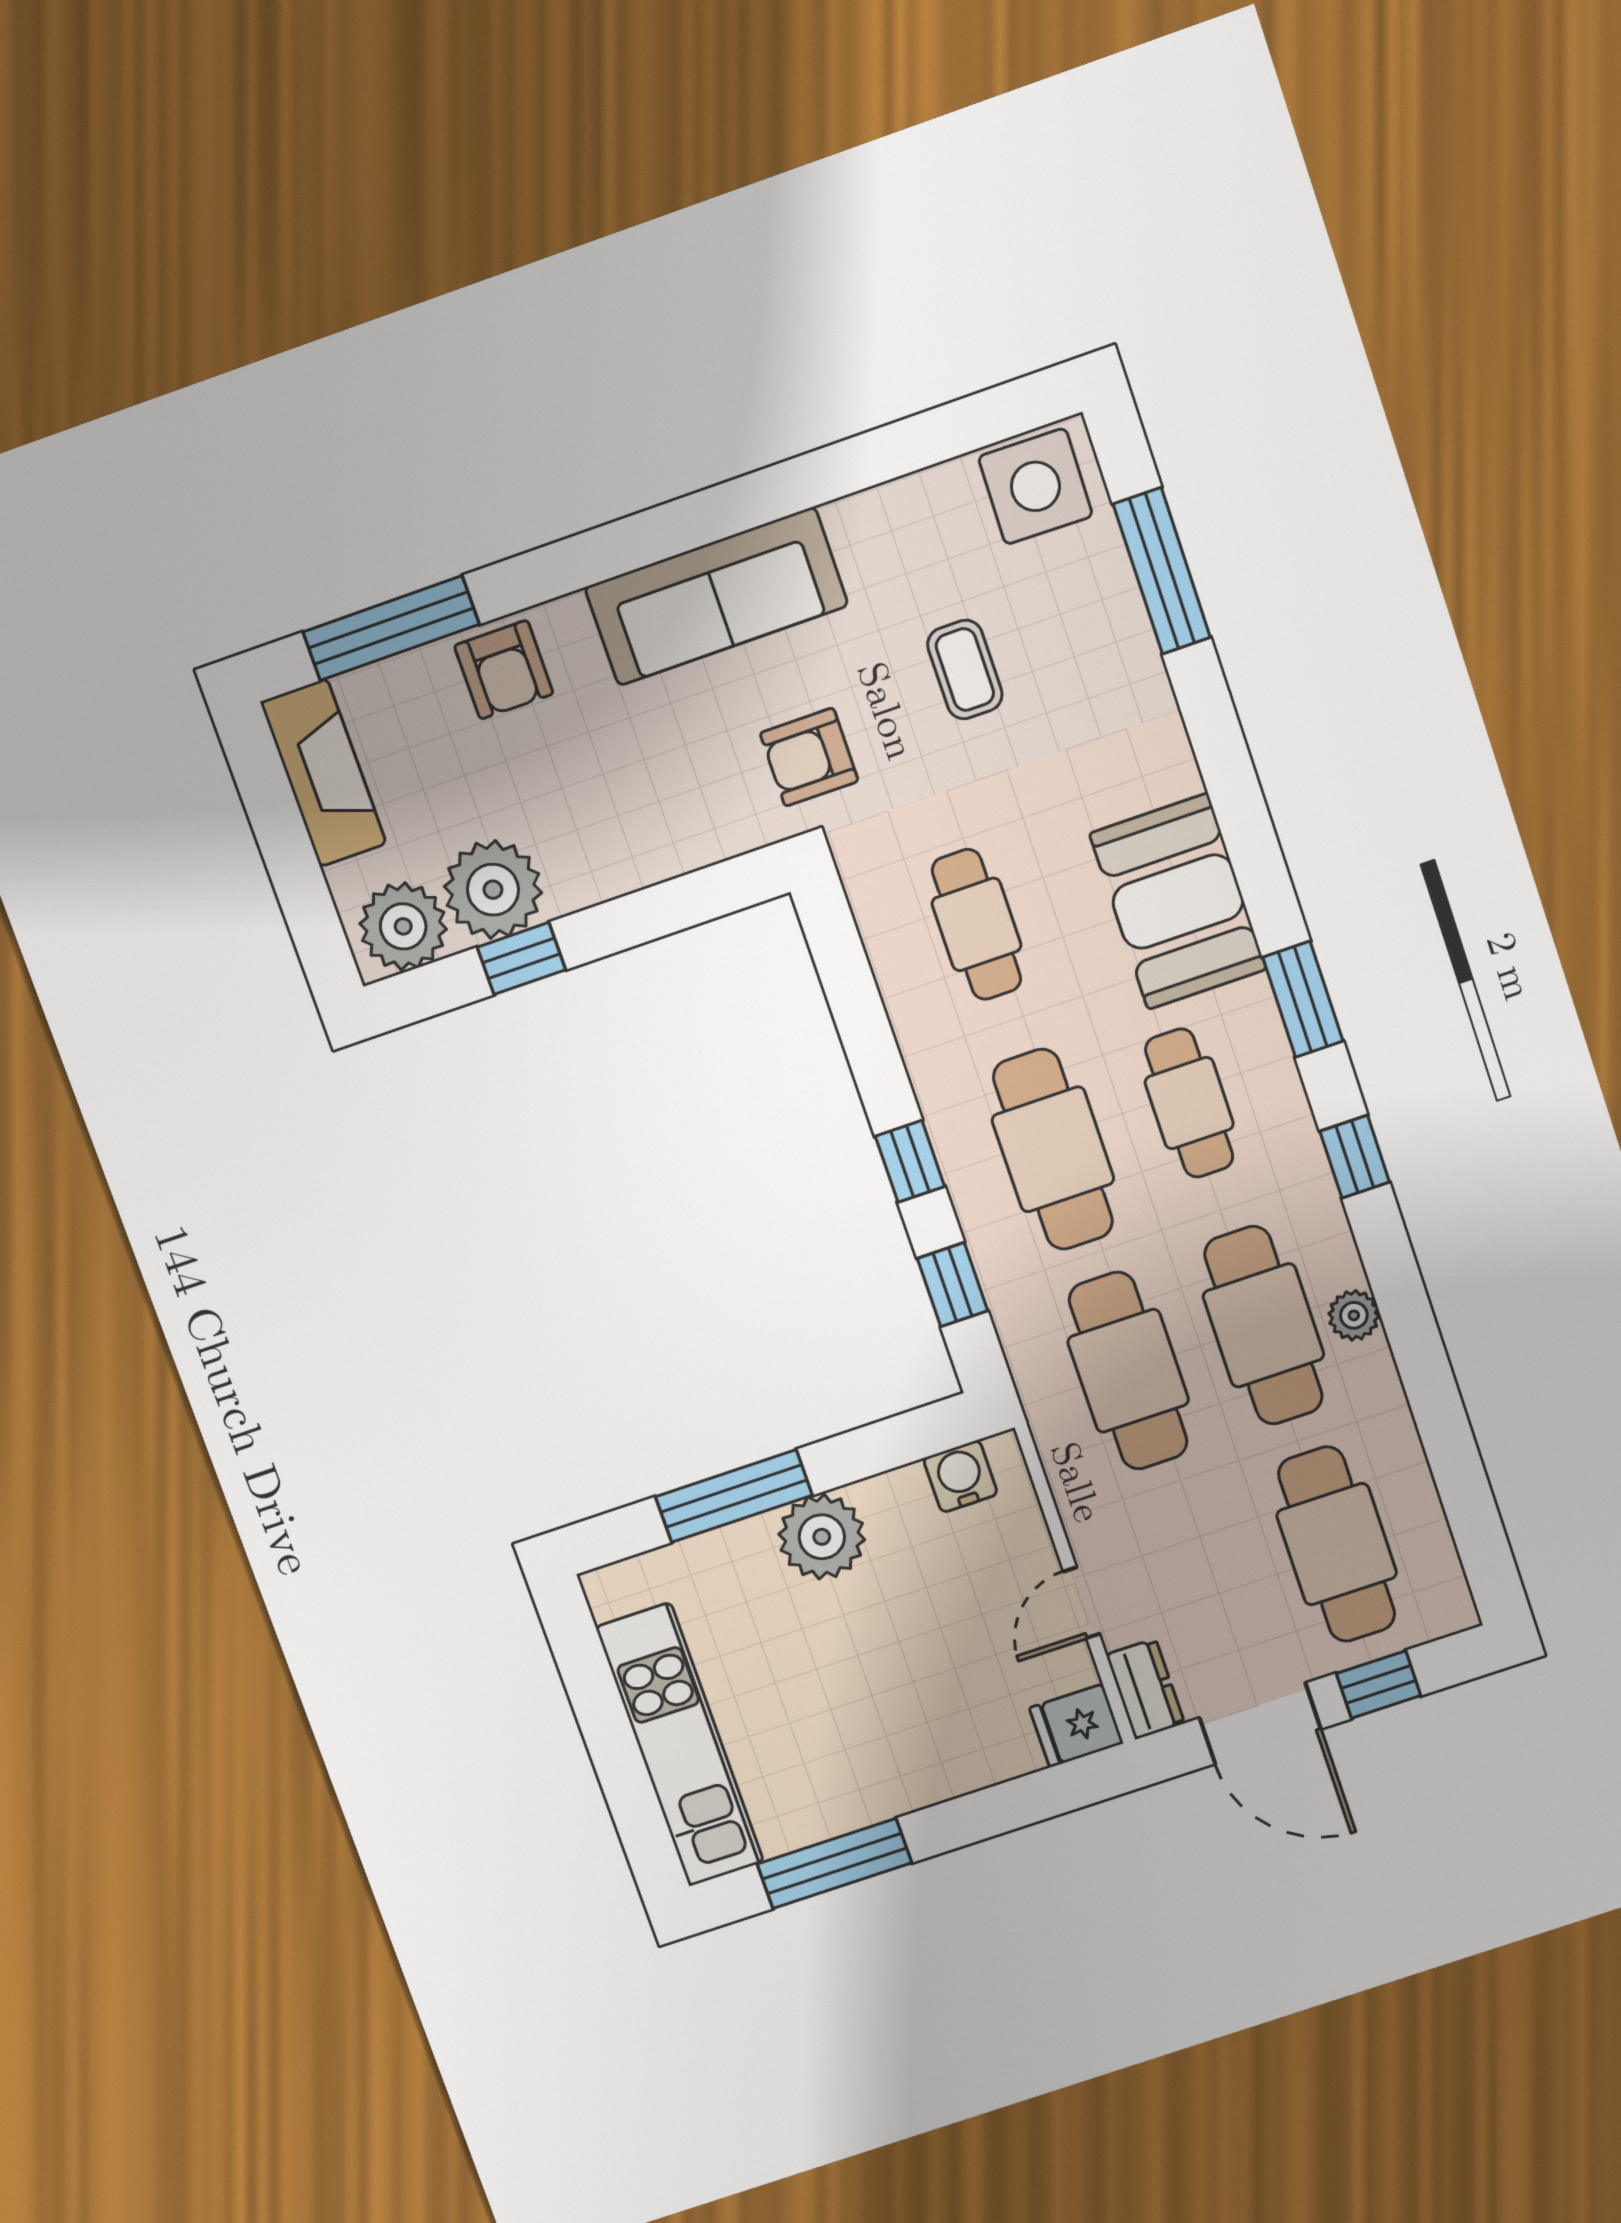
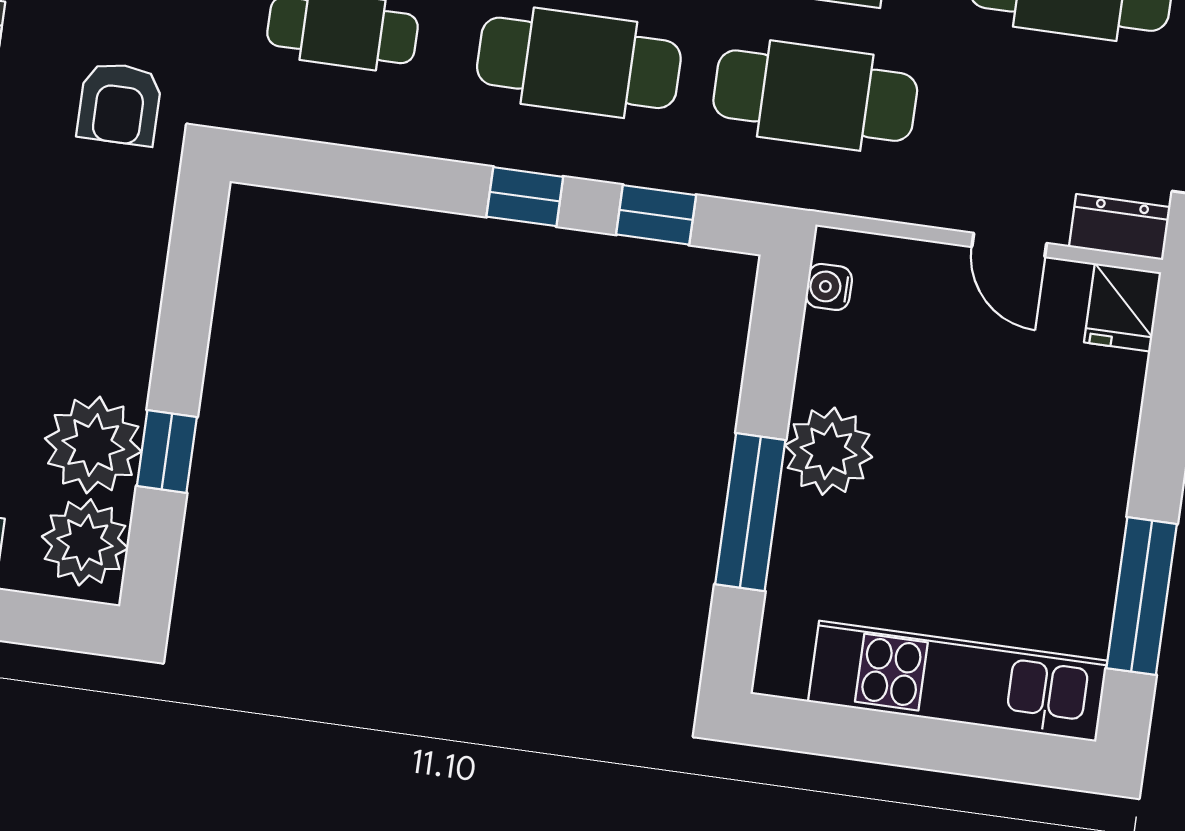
water cooler: (960, 1476) -> (829, 287), width x0.72, depth x0.72

